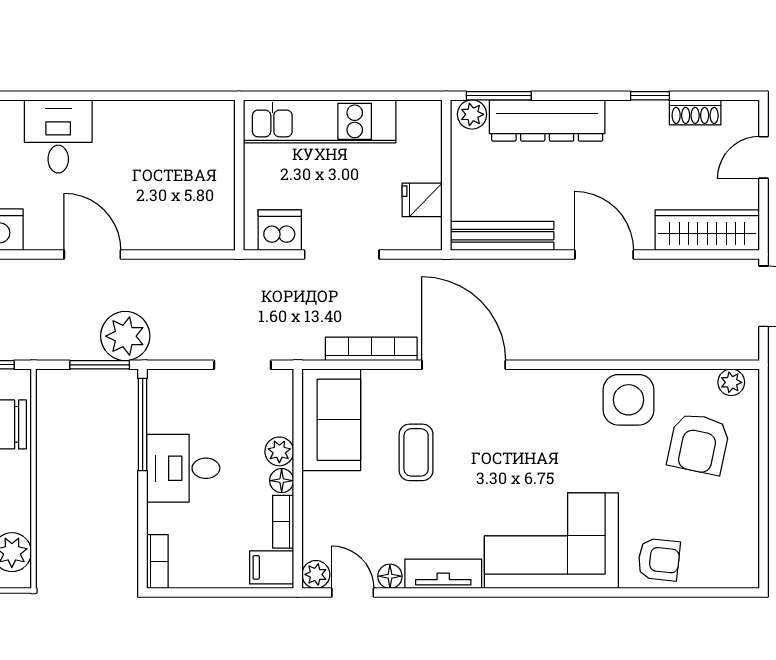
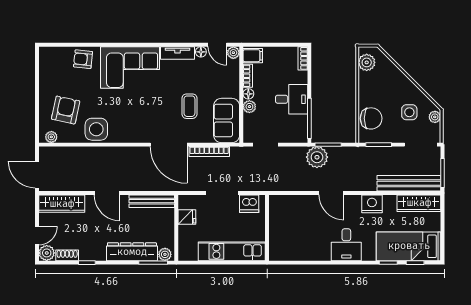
plant: (742, 118) -> (47, 253), added

